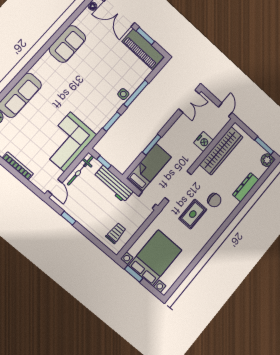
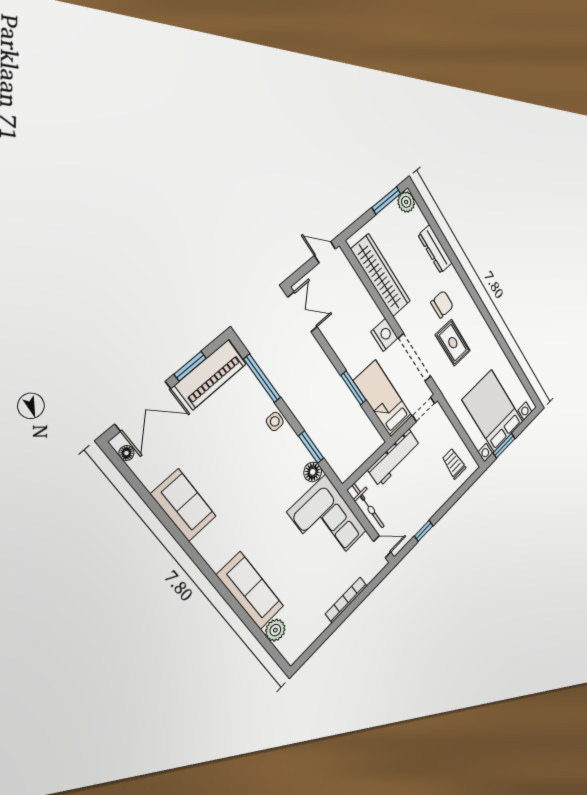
window: (136, 94) -> (262, 378), moved
floor lamp: (97, 125) -> (313, 472), added
nightstand: (203, 142) -> (385, 335), moved
window: (104, 162) -> (364, 468), removed

